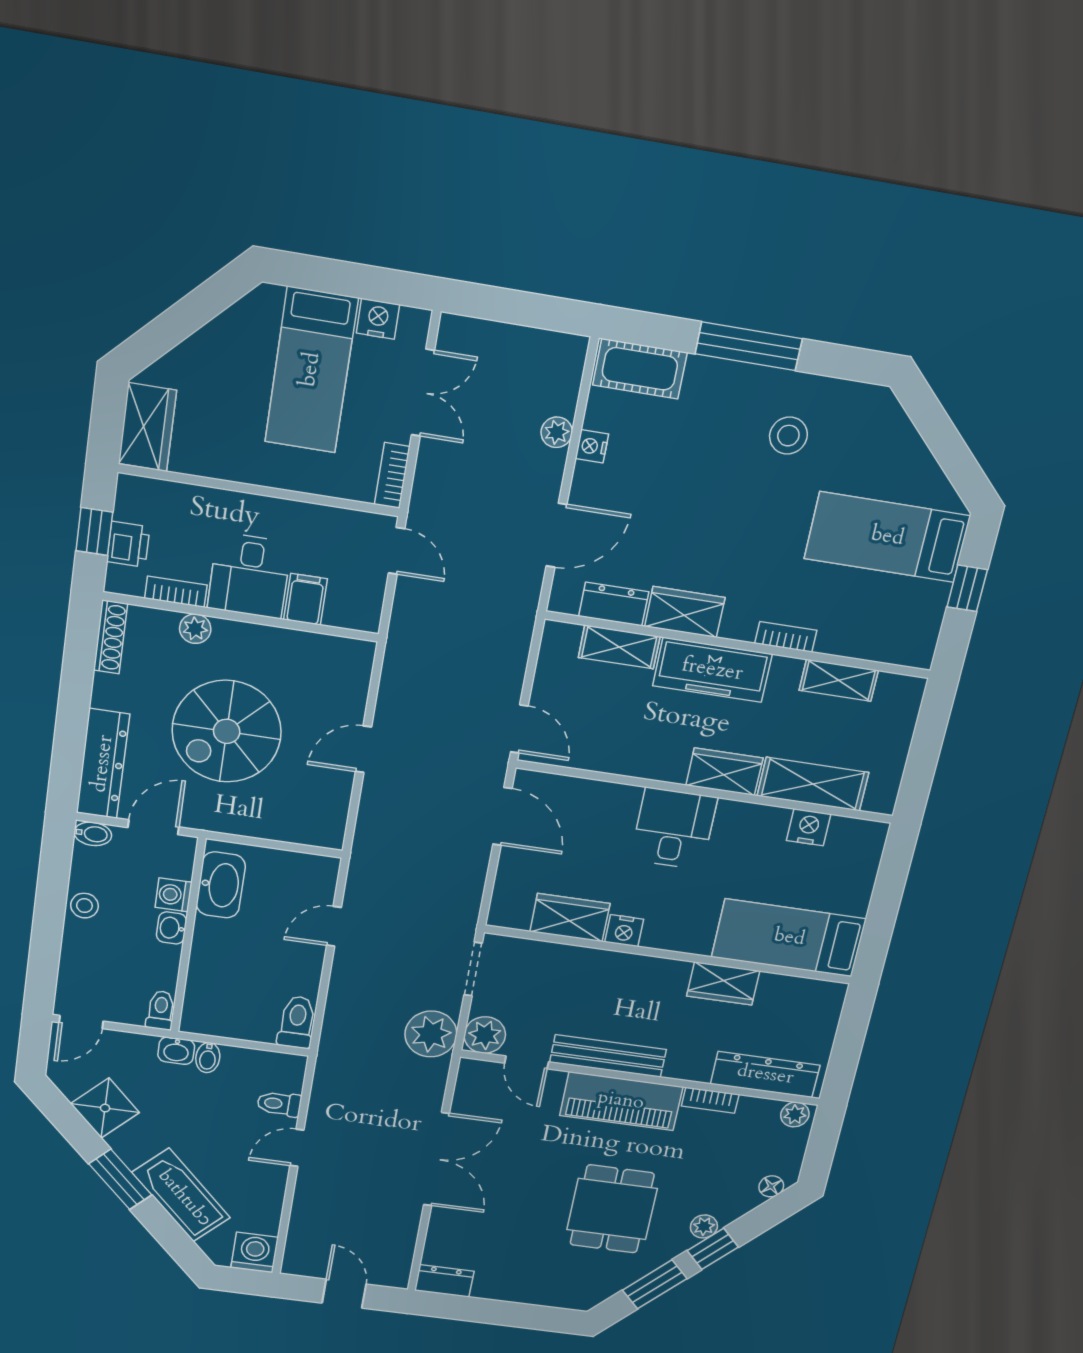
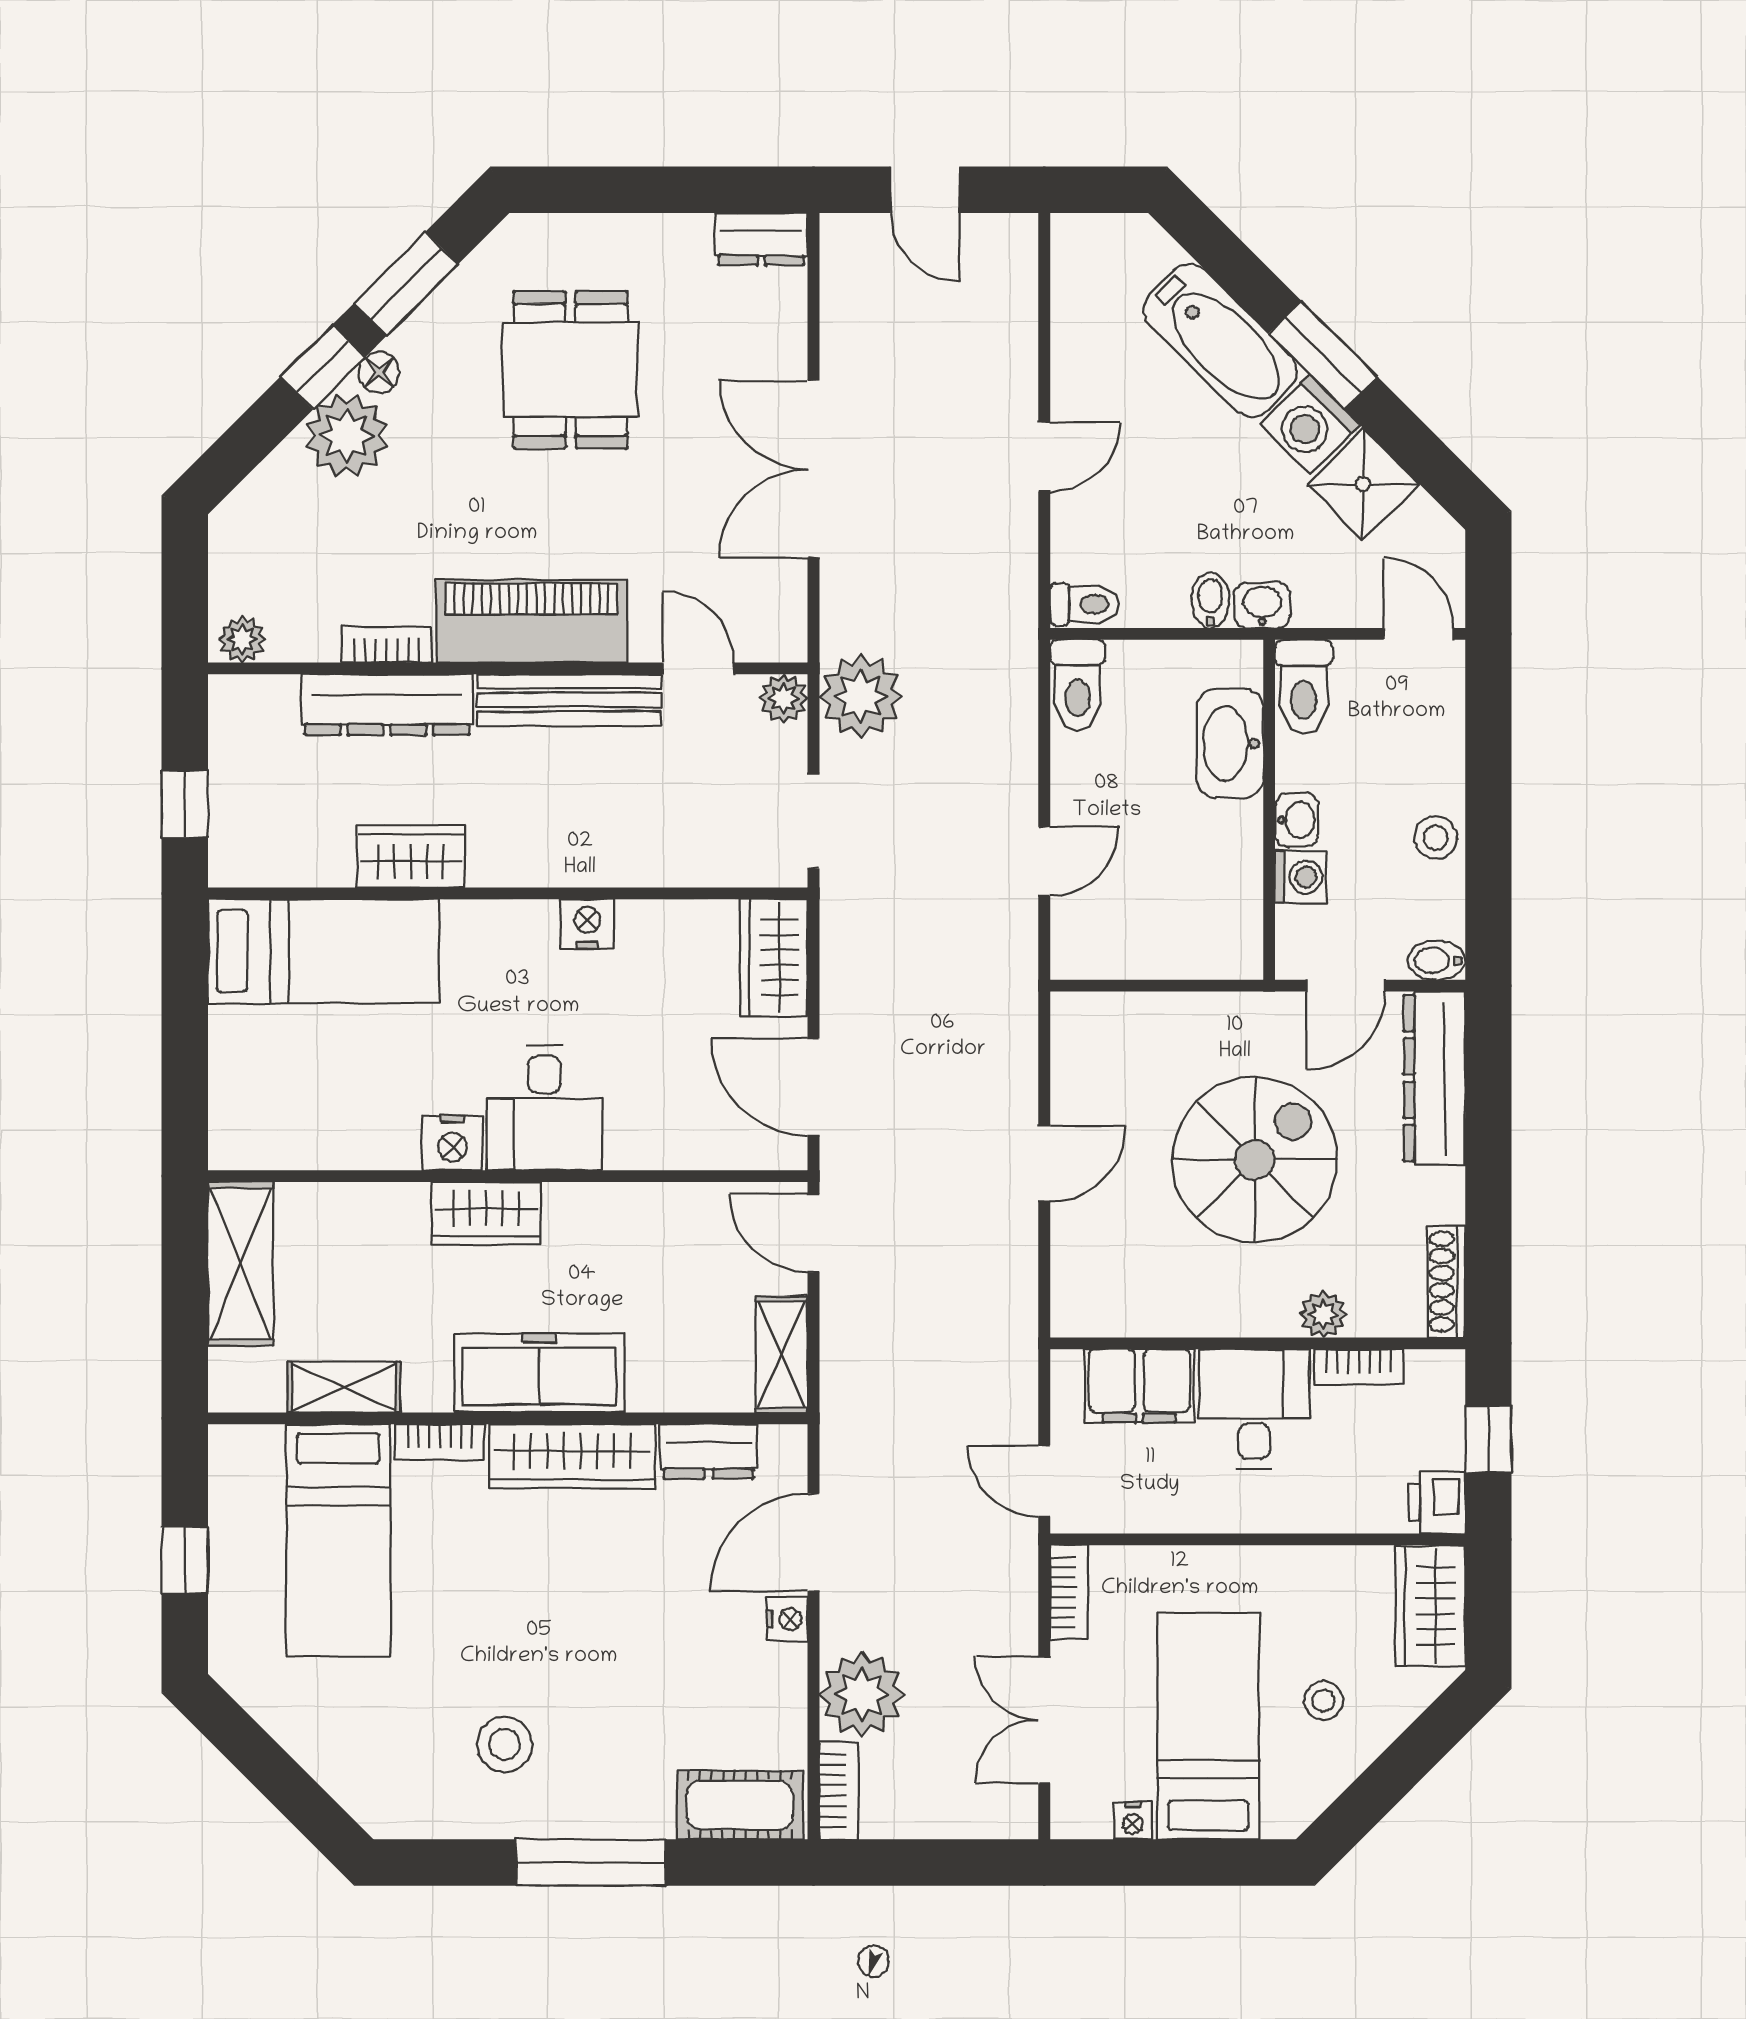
nightstand: (378, 319) -> (1133, 1821), width x0.72, depth x0.74
bookcase: (571, 368) -> (839, 1790), added
stool: (229, 375) -> (1323, 1701), added
plant: (557, 432) -> (862, 1694), width x1.87, depth x1.87
nightstand: (592, 446) -> (787, 1619), moved
bed: (887, 537) -> (338, 1540), moved, turned 90
printer: (128, 544) -> (1437, 1502), moved
filing cabinet: (305, 599) -> (1139, 1386), width x2.00
wardrobe: (685, 612) -> (572, 1456), width x1.50
shelving: (619, 647) -> (782, 1354), moved, turned 90
shelving: (813, 784) -> (241, 1264), moved, turned 90
nightstand: (809, 827) -> (452, 1143), moved
washbasin: (221, 885) -> (1230, 743), moved
wardrobe: (570, 918) -> (774, 958), moved, turned 90
toilet: (161, 1010) -> (1304, 687), width x1.37, depth x1.39
door: (81, 1022) -> (1418, 634), hinge flipped
window: (852, 1031) -> (185, 804), added
plant: (485, 1035) -> (784, 698), width x0.73, depth x0.73
dresser: (765, 1075) -> (387, 705), moved
toilet: (279, 1104) -> (1085, 604), moved
floor lamp: (771, 1186) -> (379, 372), moved
dining table: (612, 1209) -> (571, 370), moved
plant: (704, 1226) -> (347, 436), width x1.87, depth x1.87
washing machine: (255, 1252) -> (1310, 424), moved, turned 45

